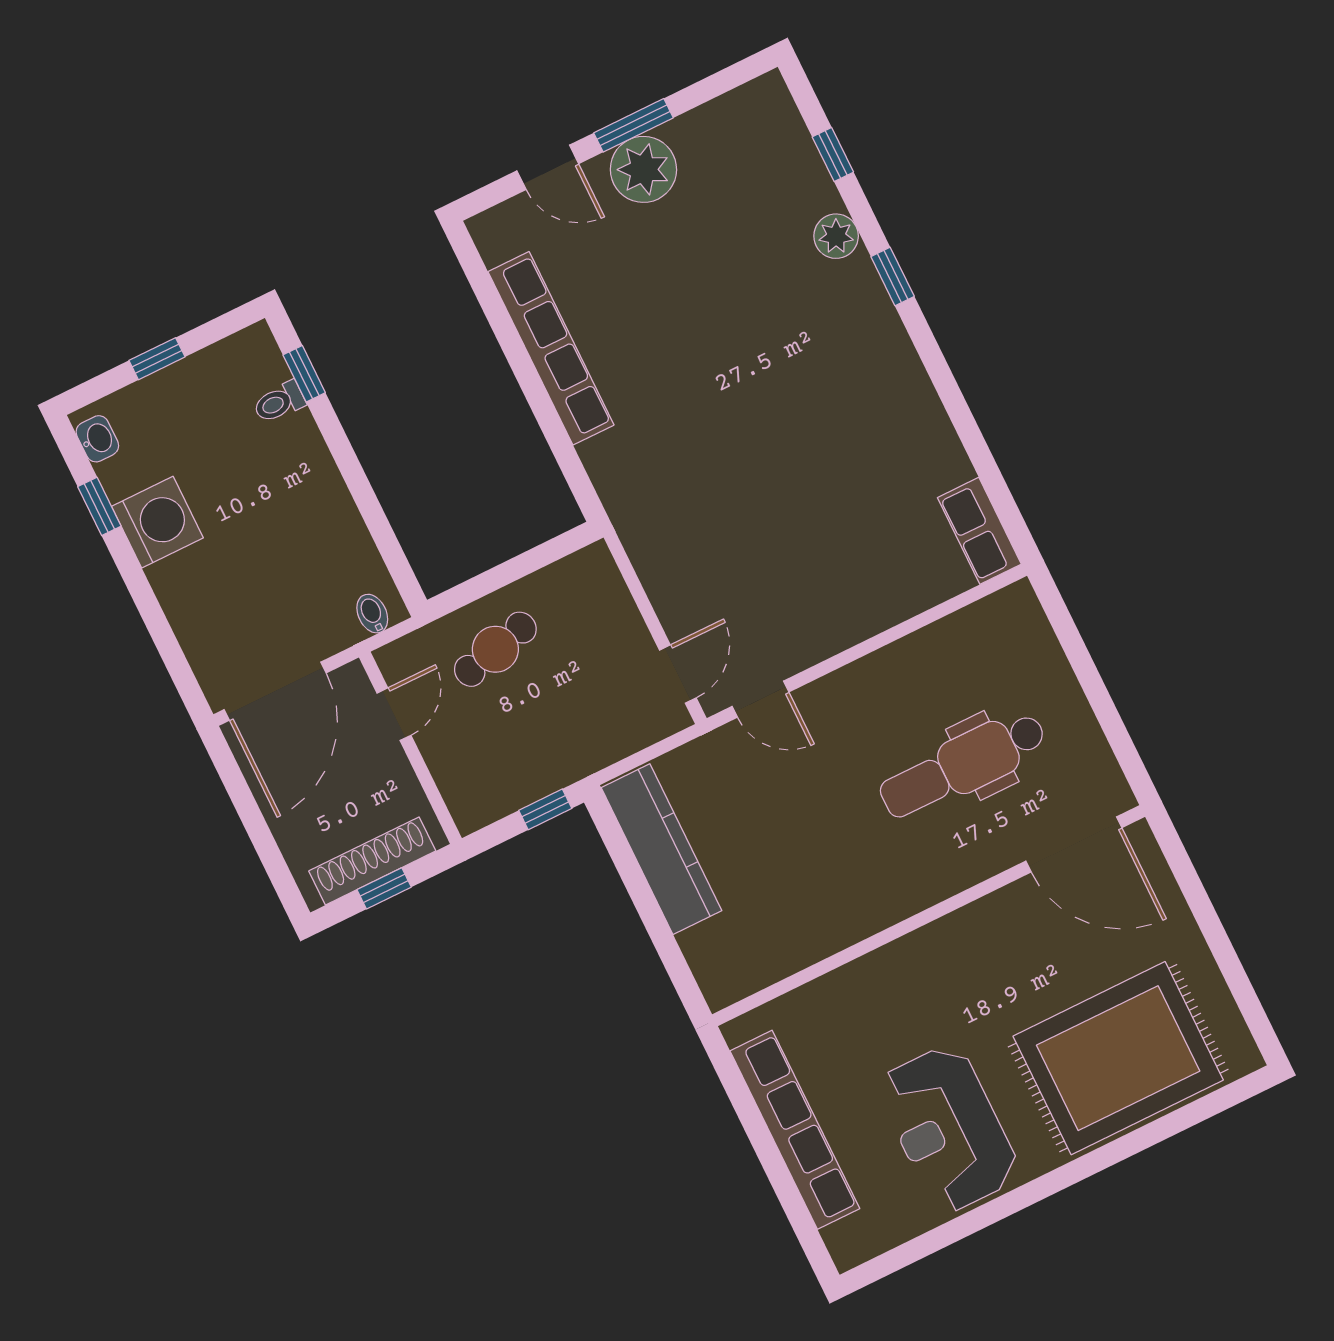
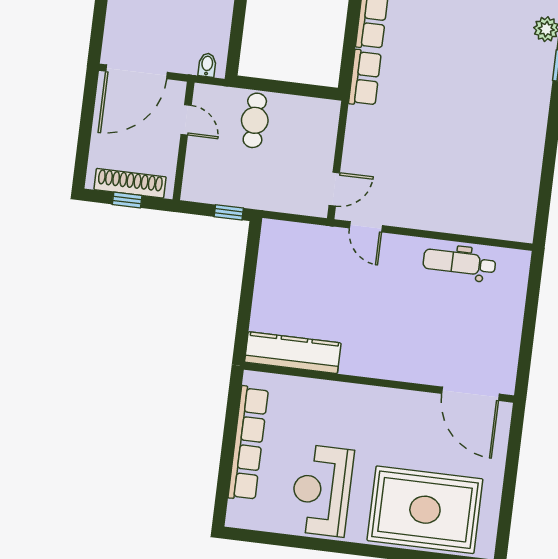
row of seats: (979, 531) -> (365, 78), moved, turned 180
cafe table: (495, 649) -> (255, 120), turned -76
door: (394, 714) -> (186, 120), hinge flipped
dental chair: (963, 765) -> (459, 263), moved, width x0.73, depth x0.72
kitchen counter: (661, 849) -> (293, 353), moved, turned -90

